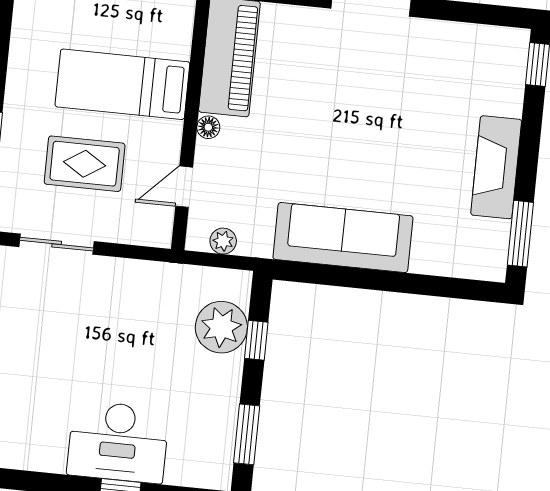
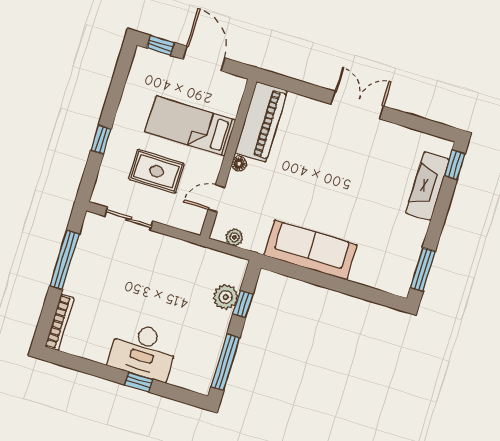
fireplace: (496, 167) -> (428, 186), moved
plant: (221, 327) -> (226, 297), width x0.73, depth x0.73
window: (247, 434) -> (225, 362), width x1.44

